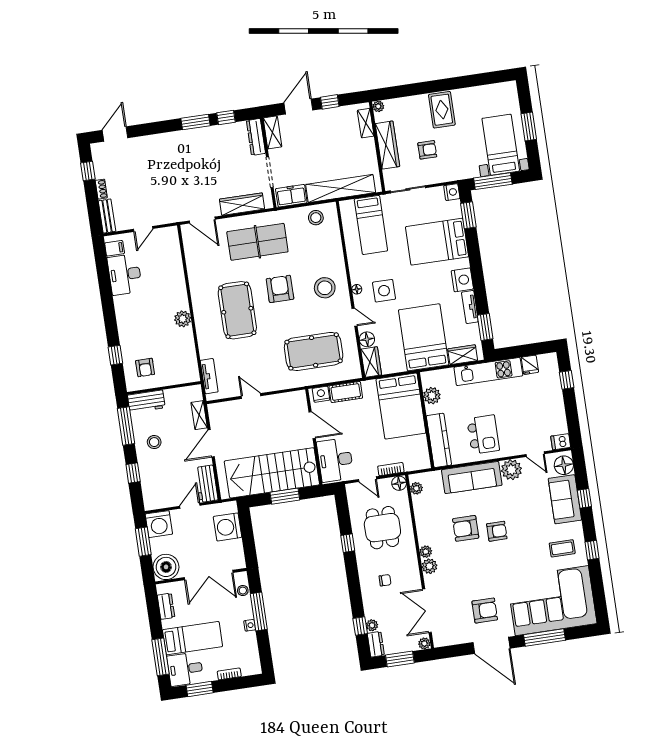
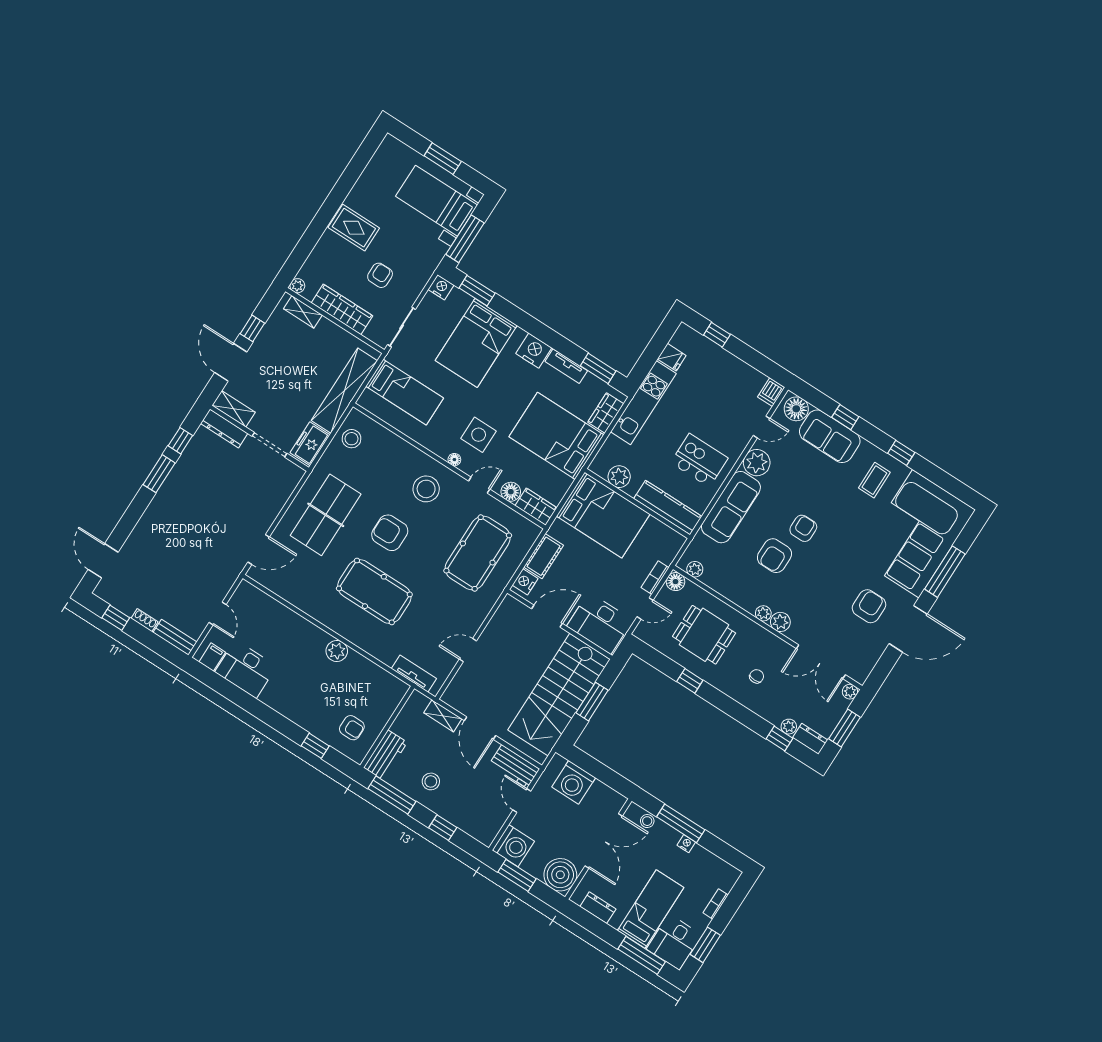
wardrobe: (242, 204) -> (277, 498), removed

